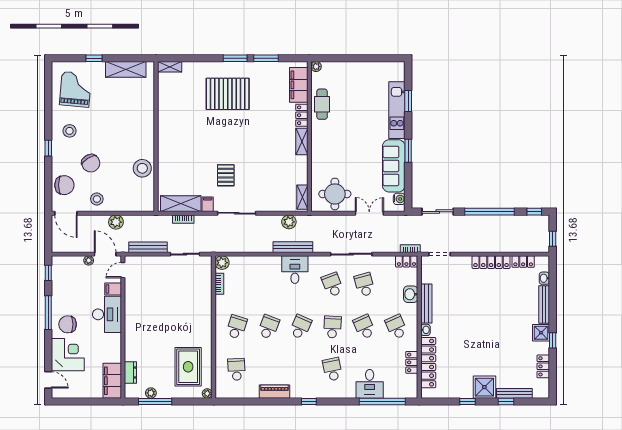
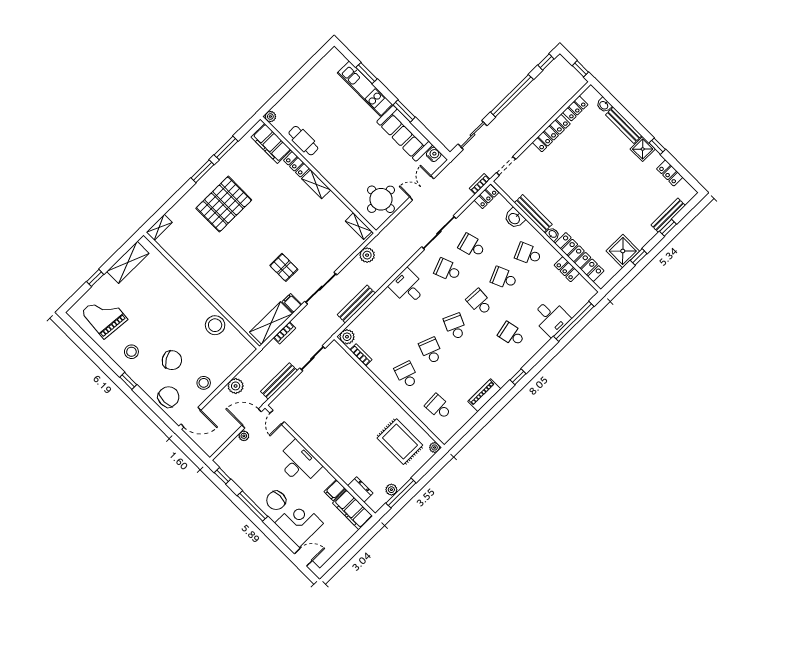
bench: (293, 247) -> (356, 304), moved
filing cabinet: (113, 289) -> (335, 490), moved
shower: (484, 387) -> (623, 251), moved

